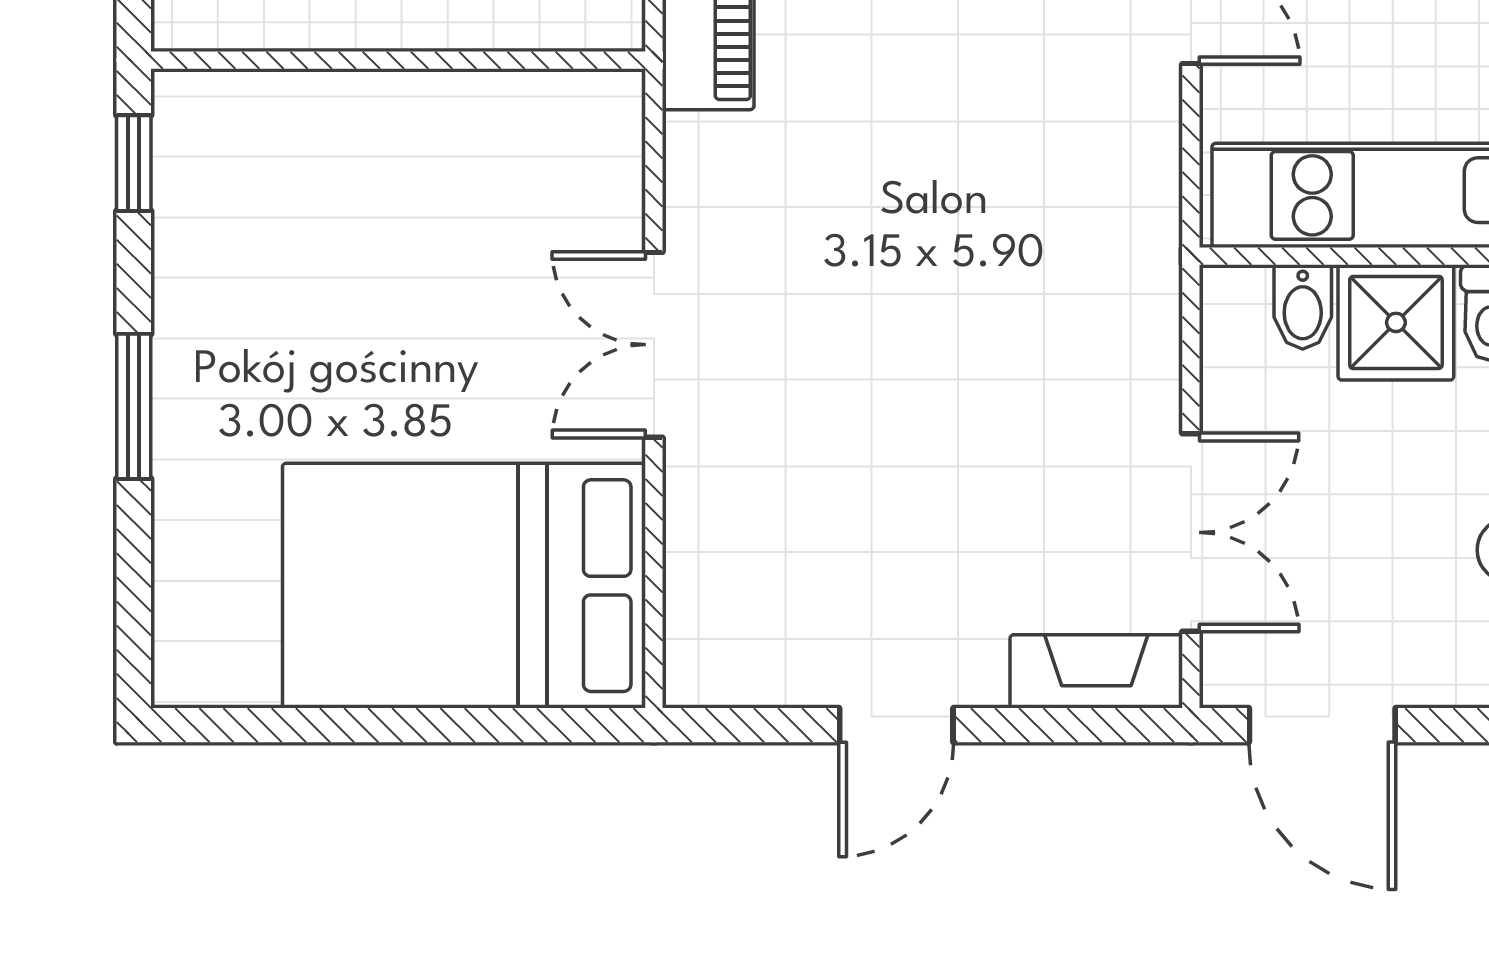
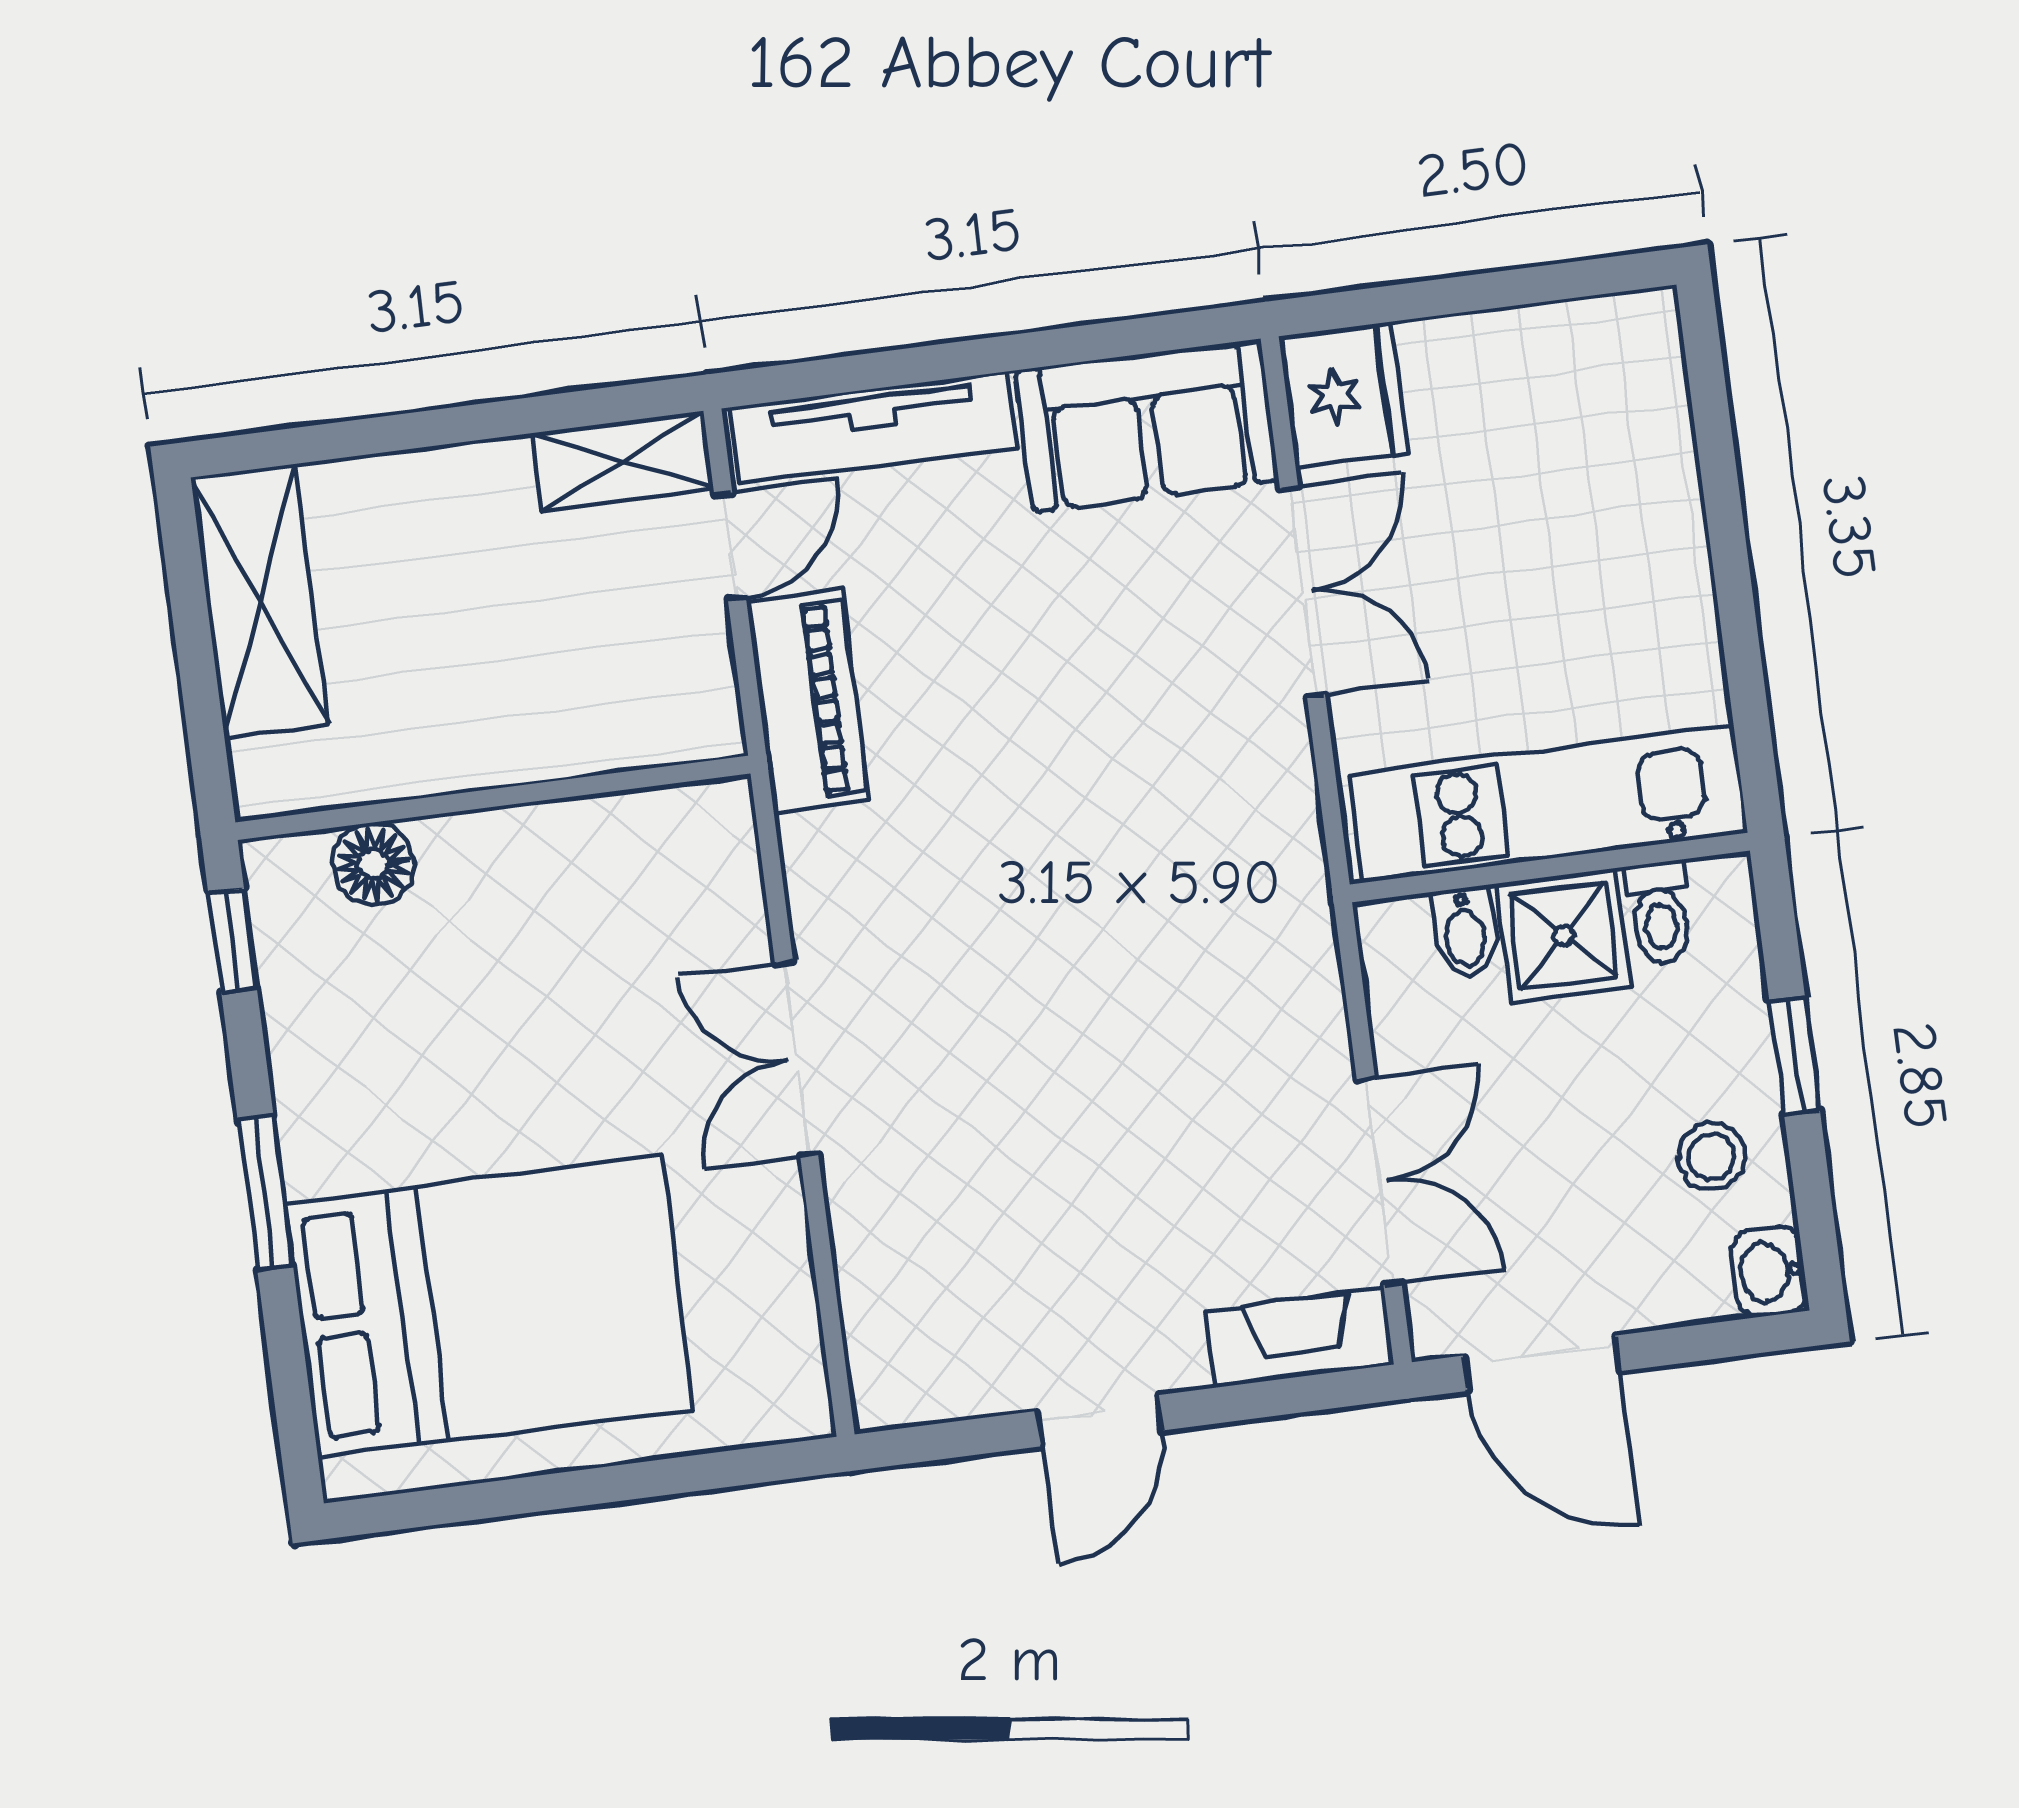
floor lamp: (277, 108) -> (373, 864), added
bed: (464, 586) -> (489, 1306), moved, turned 180

